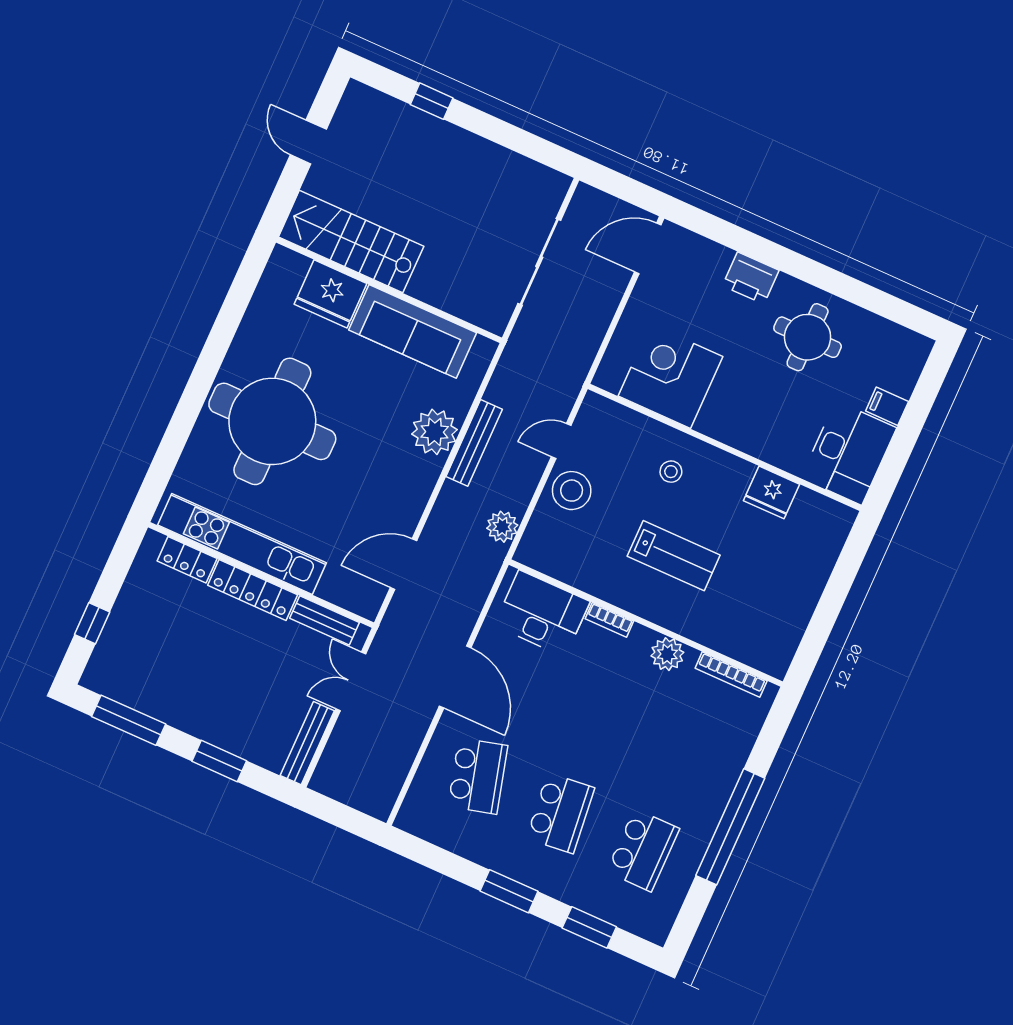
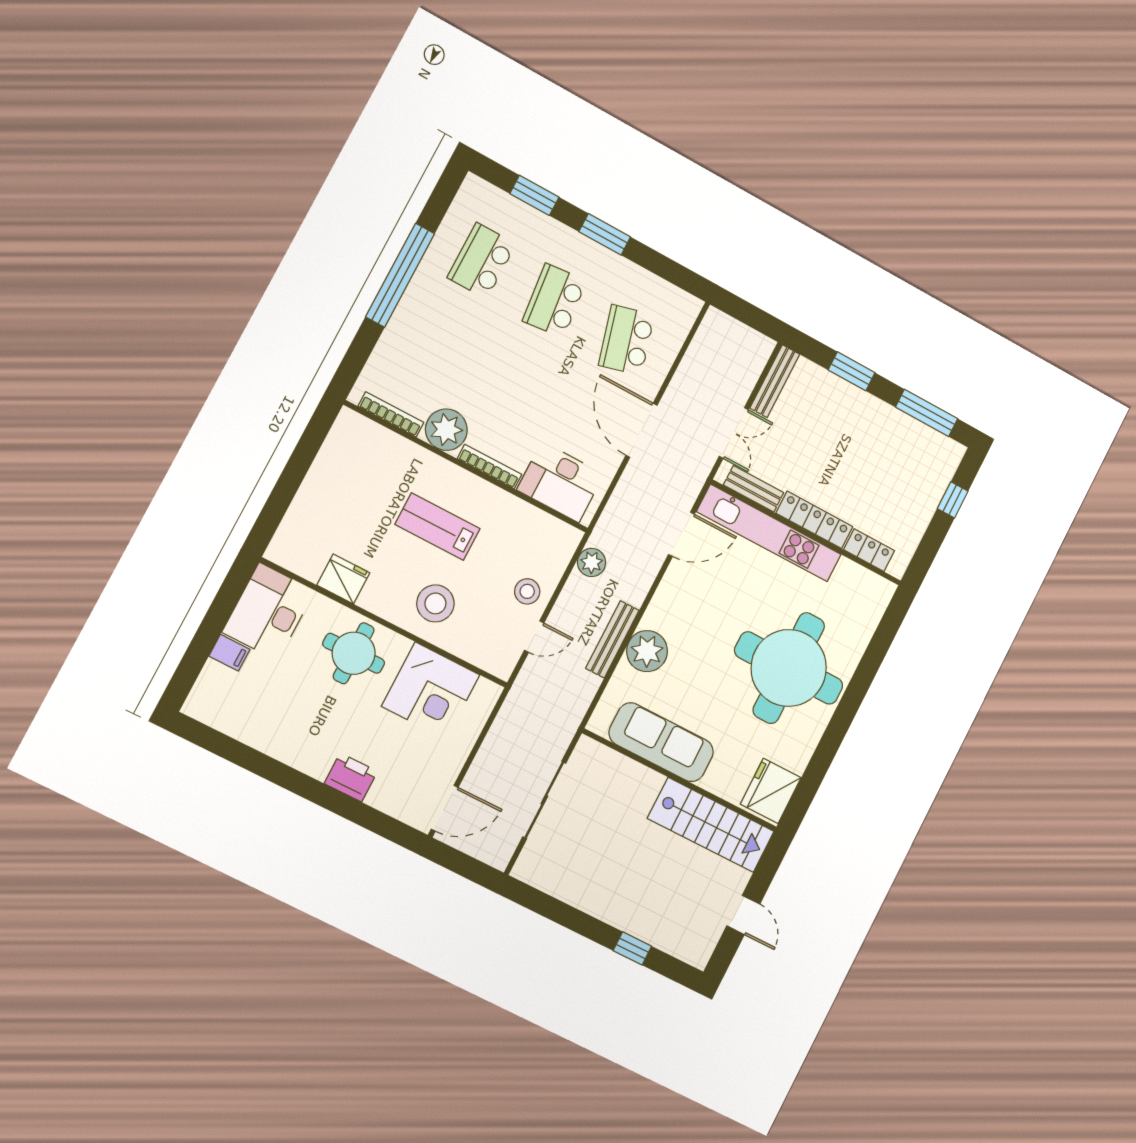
fridge: (331, 294) -> (771, 791), moved, turned -90
round table: (808, 337) -> (354, 653), moved
stool: (671, 472) -> (435, 603), width x1.89, depth x1.89
stool: (572, 491) -> (527, 591), width x0.73, depth x0.73
kitchen unit: (242, 544) -> (769, 533), moved
bookcase: (609, 620) -> (490, 467), width x1.56
plant: (667, 654) -> (446, 430), width x1.36, depth x1.36

